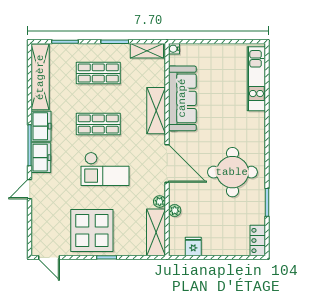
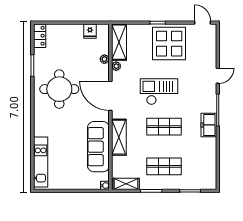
shelving: (40, 77) -> (210, 163), removed
freezer: (41, 158) -> (209, 100), removed

